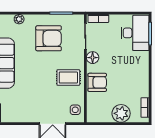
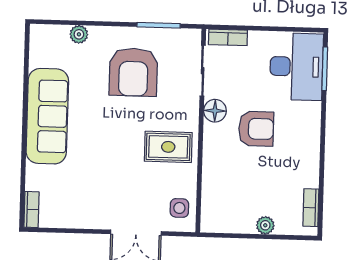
armchair: (49, 38) -> (133, 72), turned 90
armchair: (97, 82) -> (256, 129), moved
plant: (121, 113) -> (265, 225), width x0.53, depth x0.53

